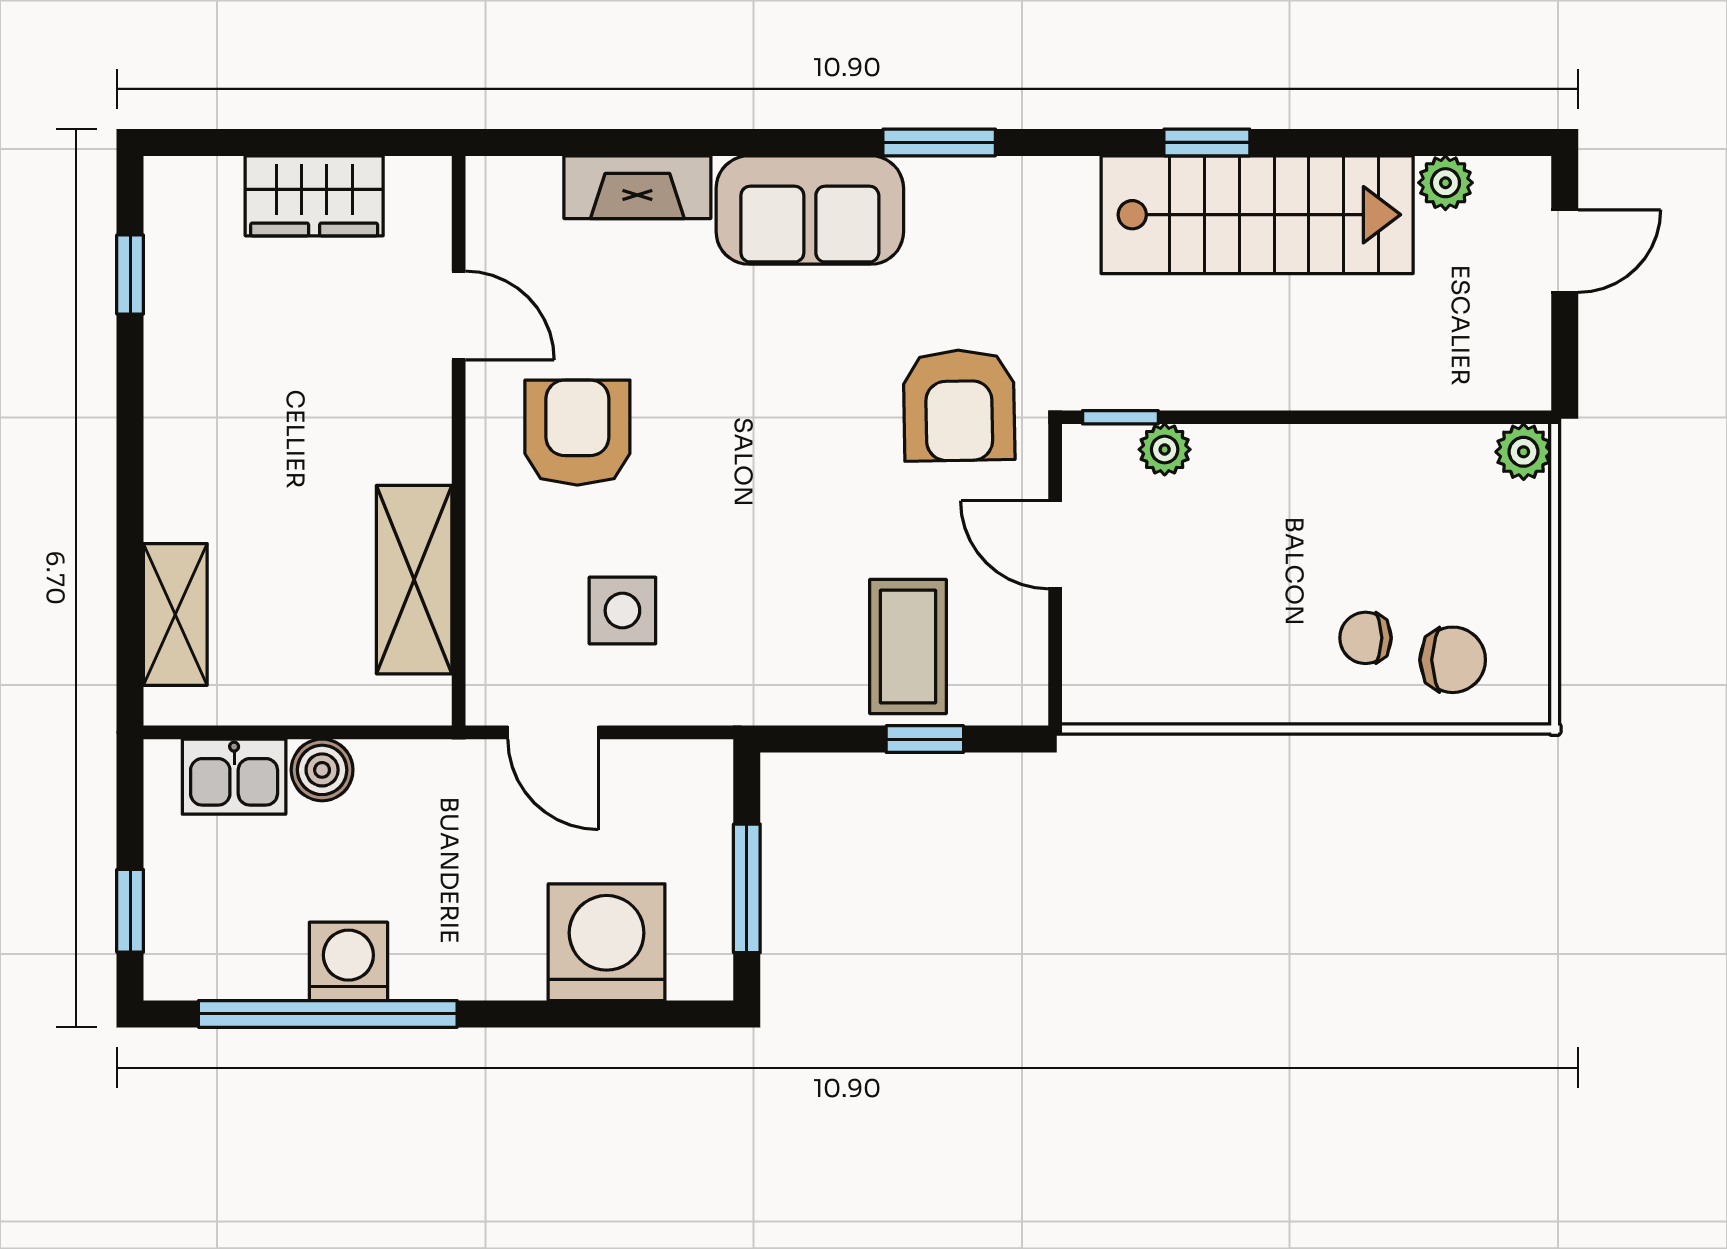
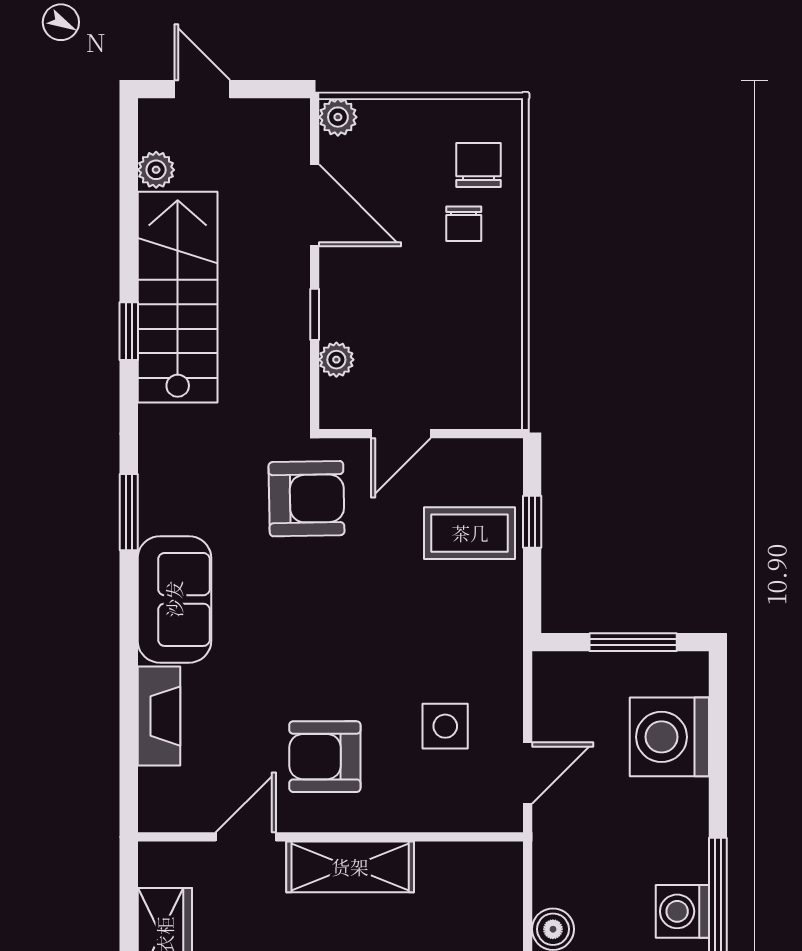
window: (1120, 417) -> (315, 314), moved
door: (1393, 417) -> (315, 205), added
shelving: (414, 580) -> (350, 867), moved

